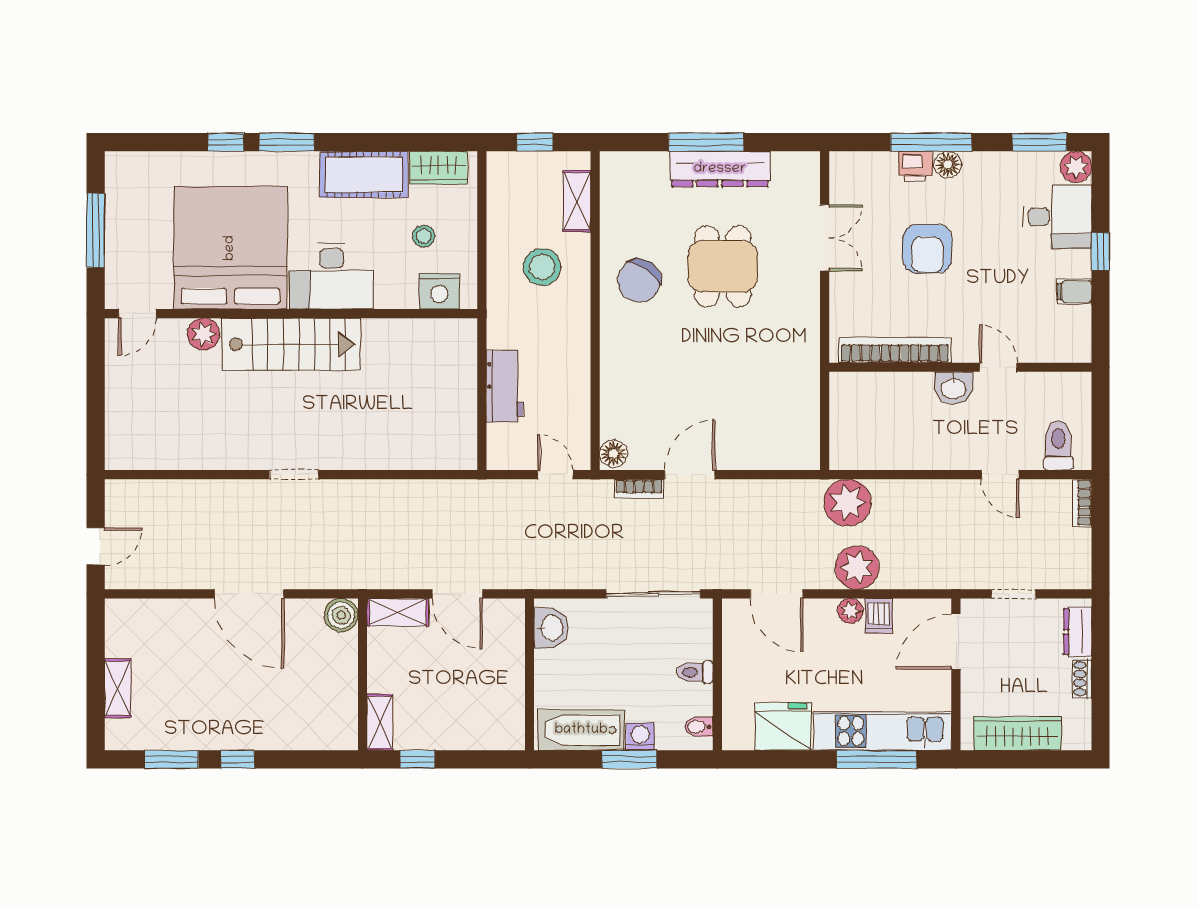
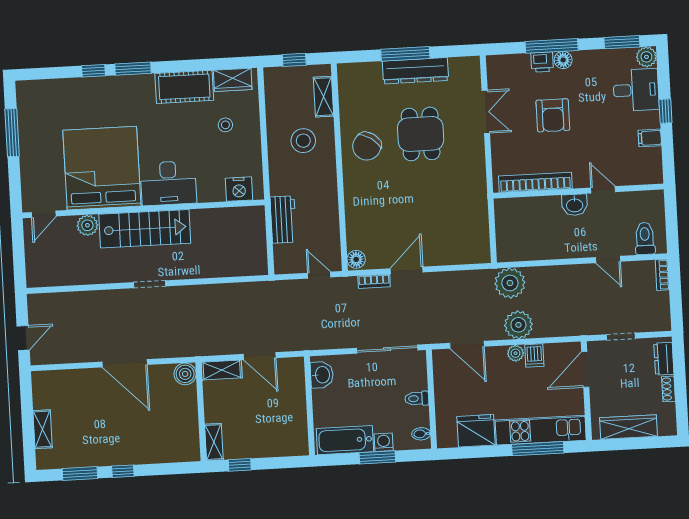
bed: (230, 248) -> (102, 168), moved
desk: (331, 276) -> (168, 183), moved
nightstand: (439, 291) -> (239, 189), moved
door: (137, 314) -> (44, 214), moved
wall: (291, 314) -> (143, 209), moved
plant: (204, 334) -> (87, 225), moved
stairs: (291, 344) -> (145, 229), moved

